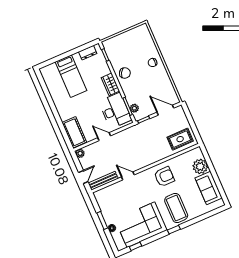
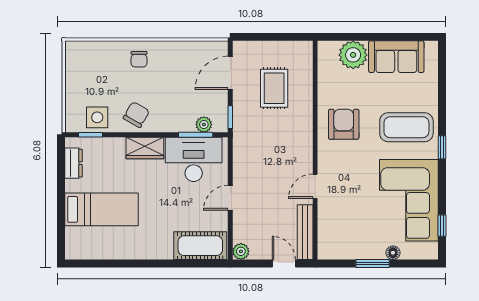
side table: (115, 54) -> (97, 117), added
rug: (180, 139) -> (274, 88), moved

